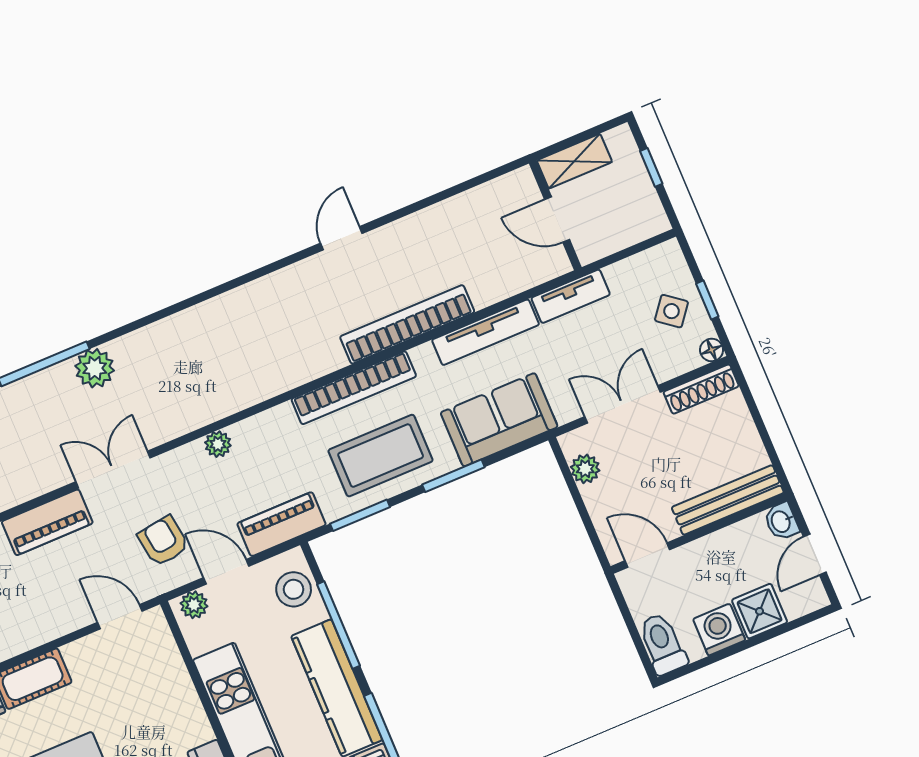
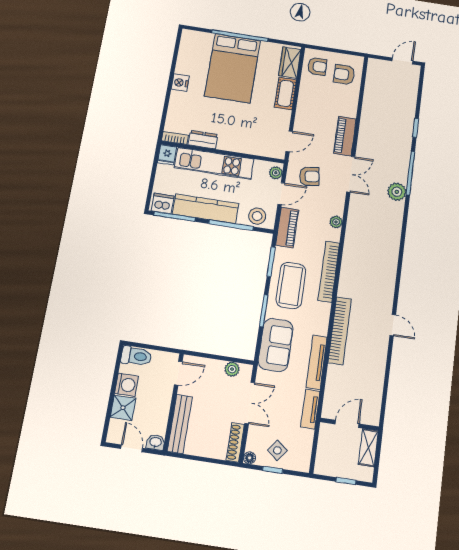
bookcase: (354, 388) -> (329, 272), moved

